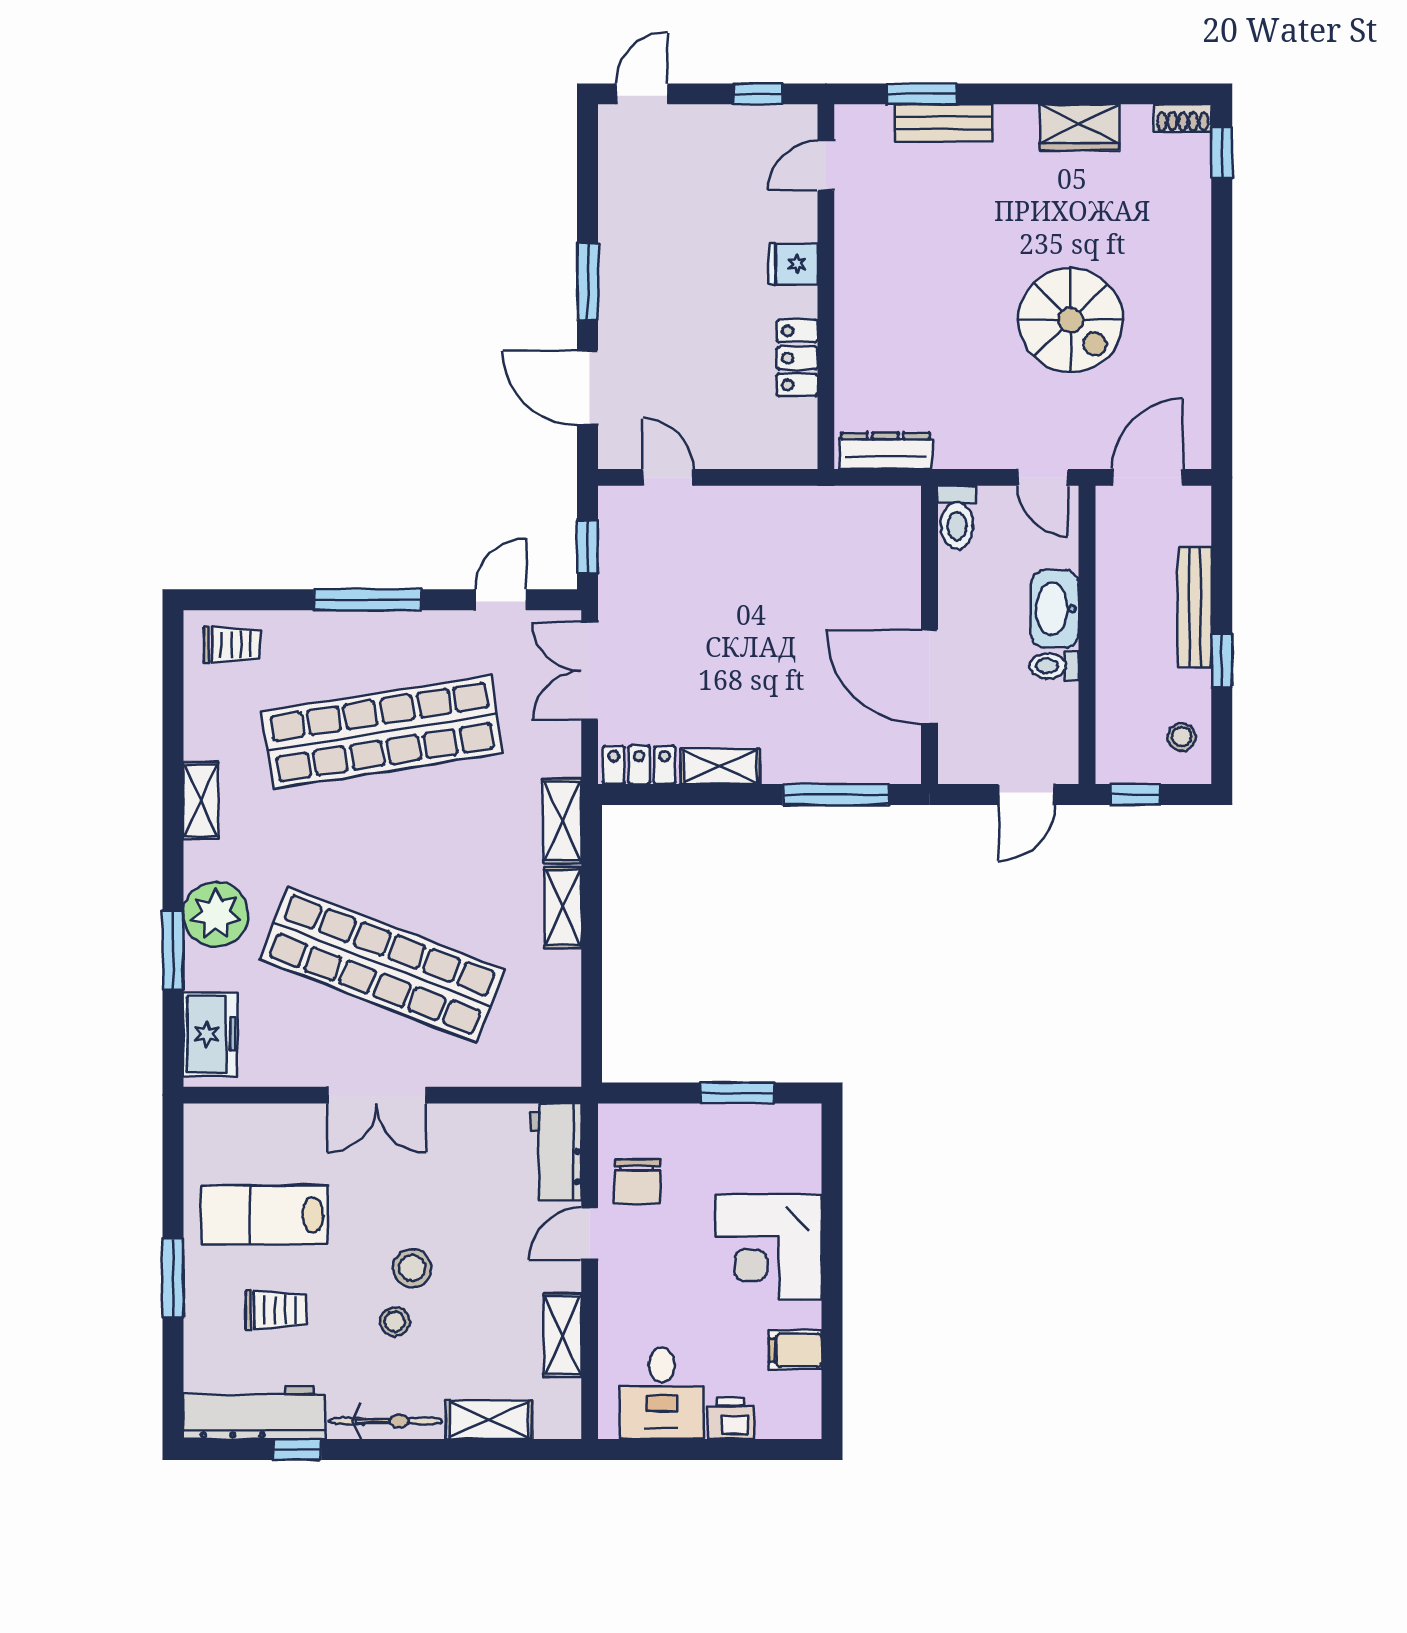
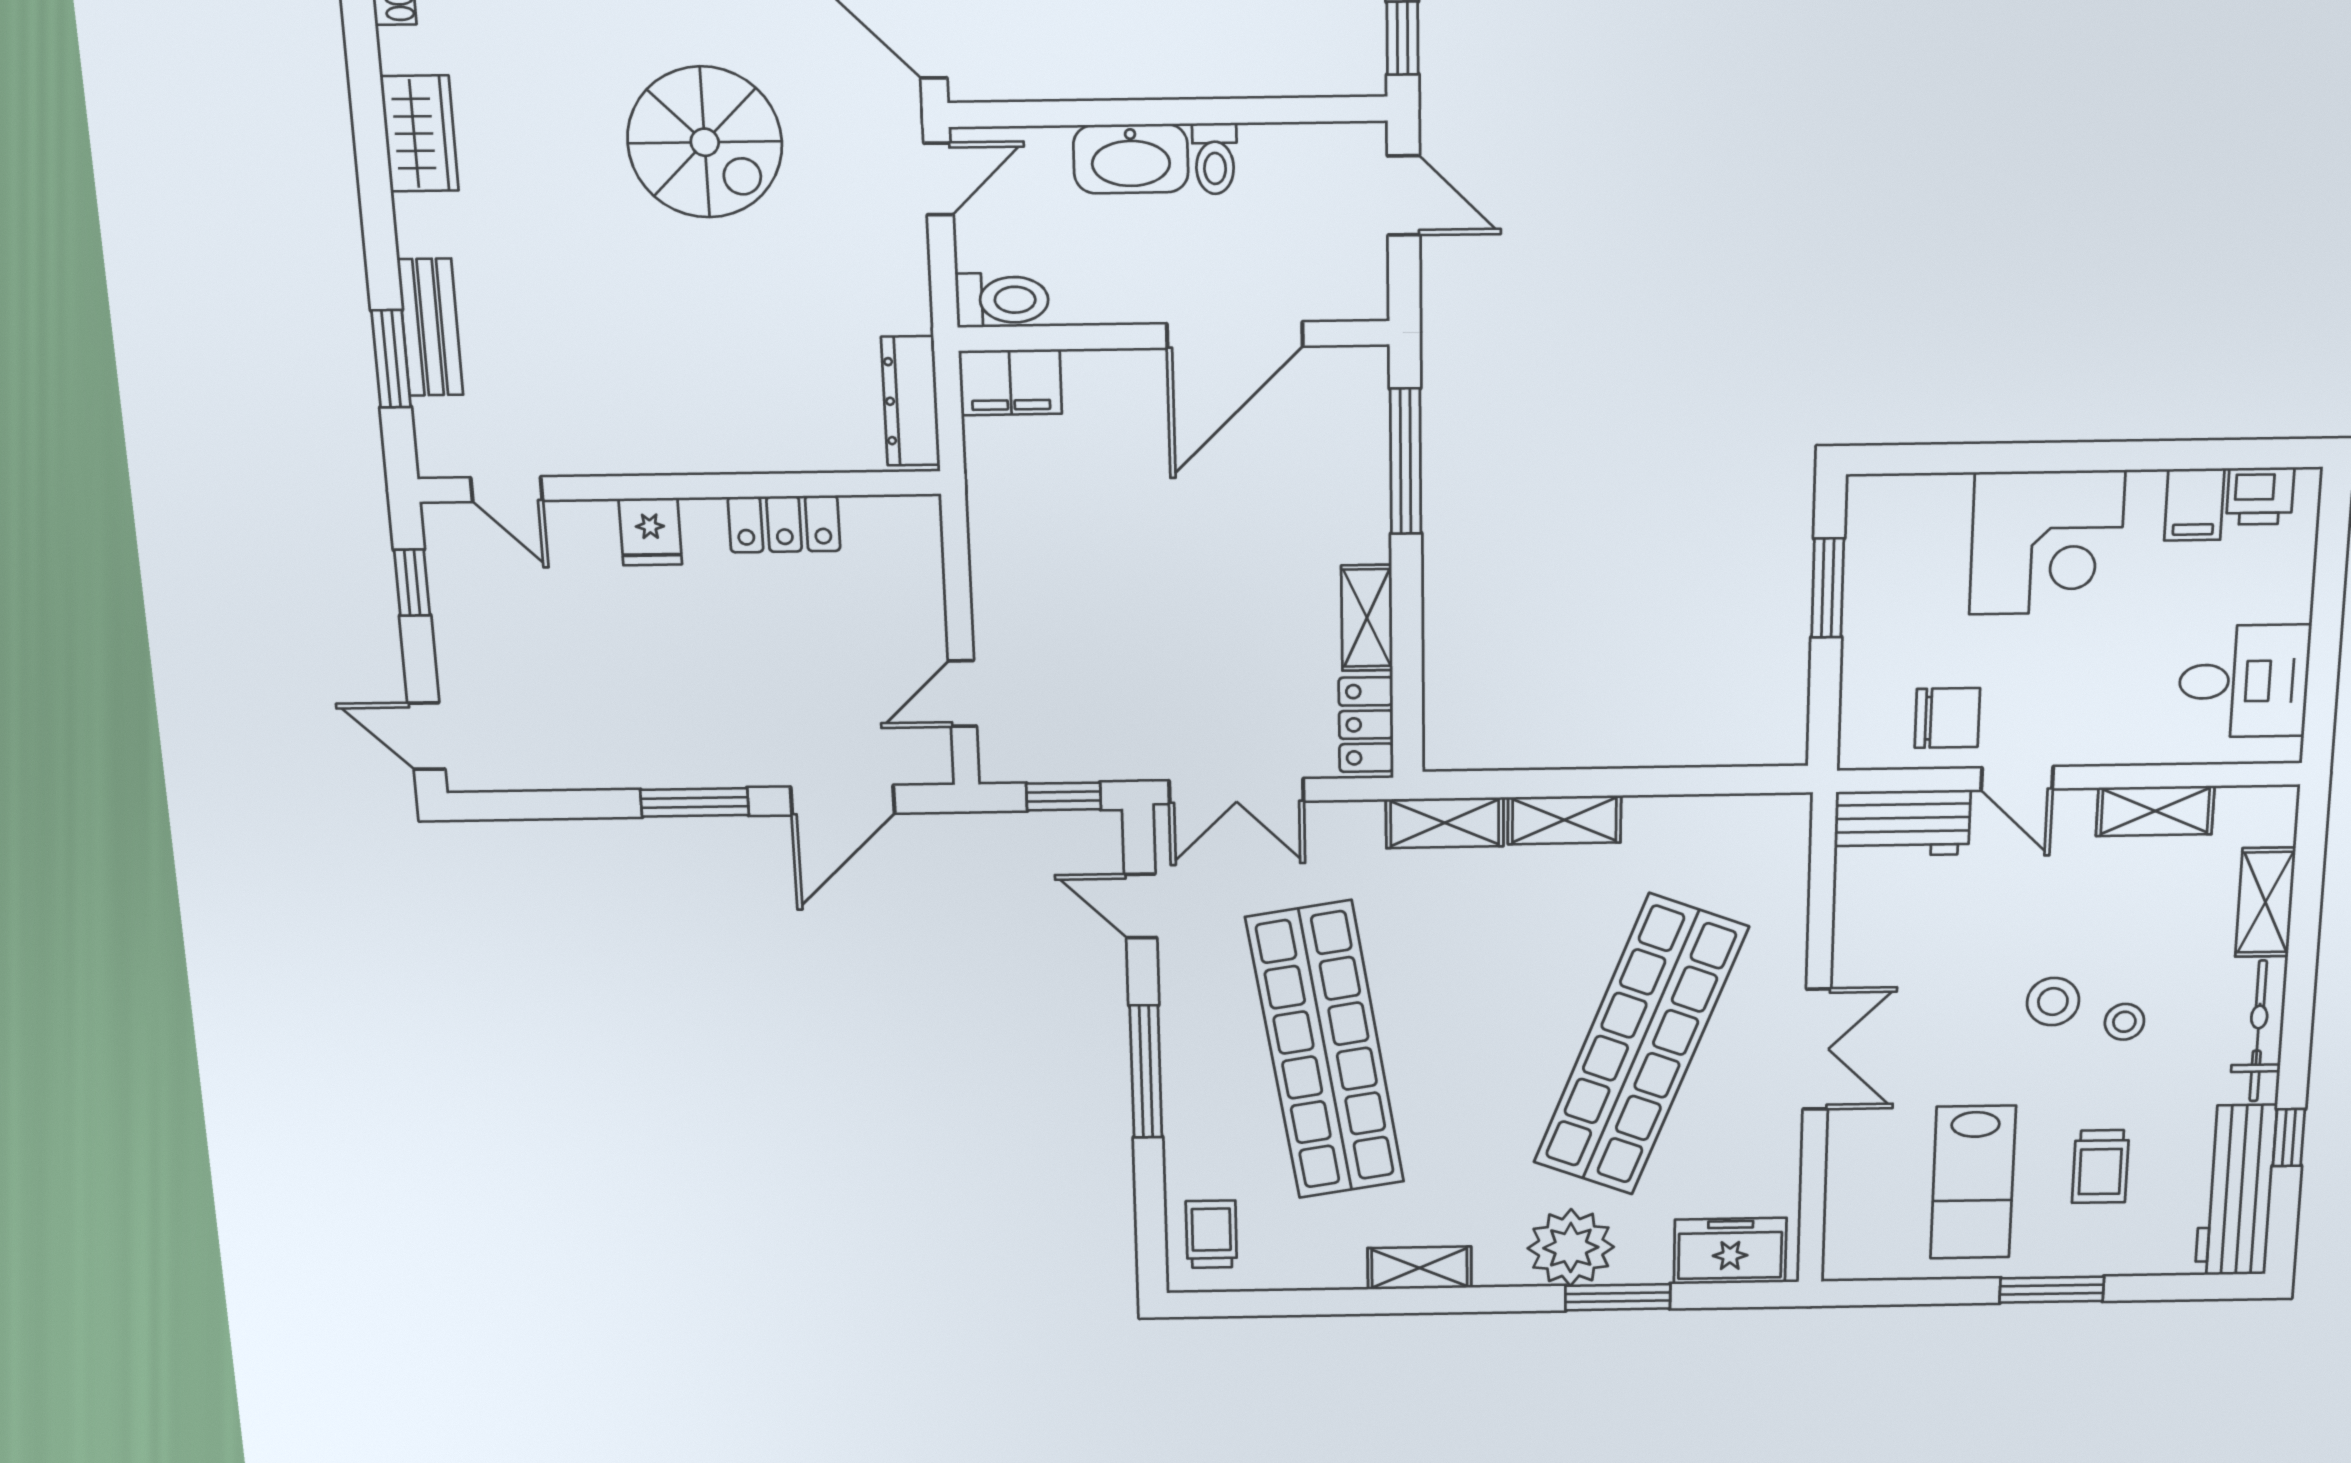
spiral stairs: (1071, 320) -> (705, 142), turned 90
filing cabinet: (898, 521) -> (1010, 382), added
trolley: (276, 1310) -> (2100, 1167), turned 180
printer: (731, 1418) -> (2260, 496), moved, turned -90

